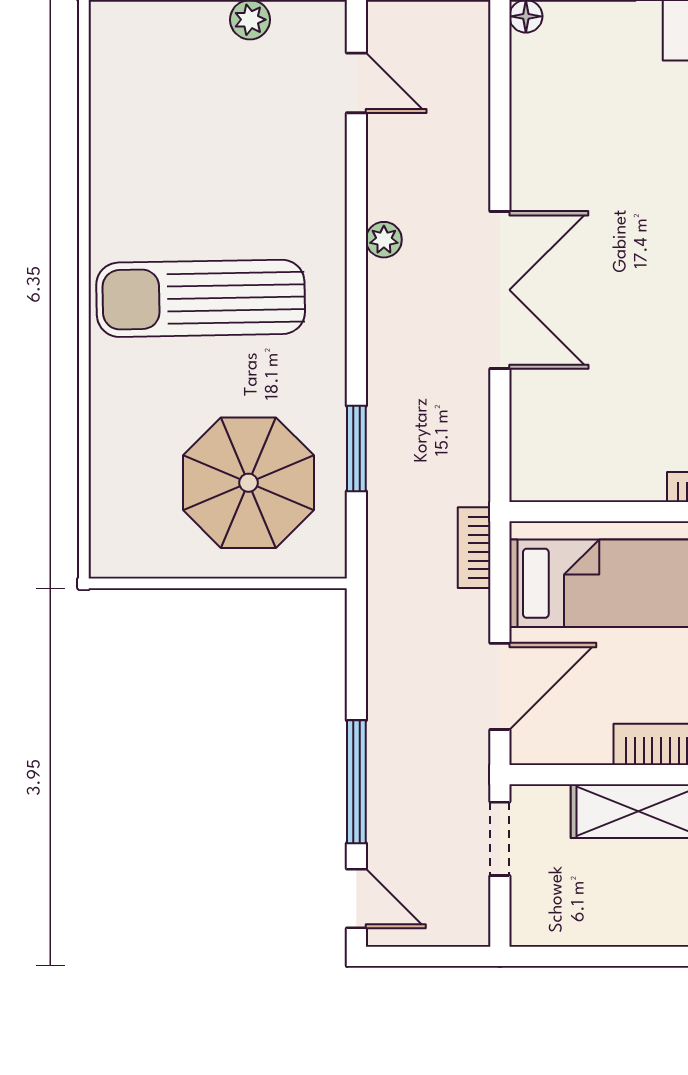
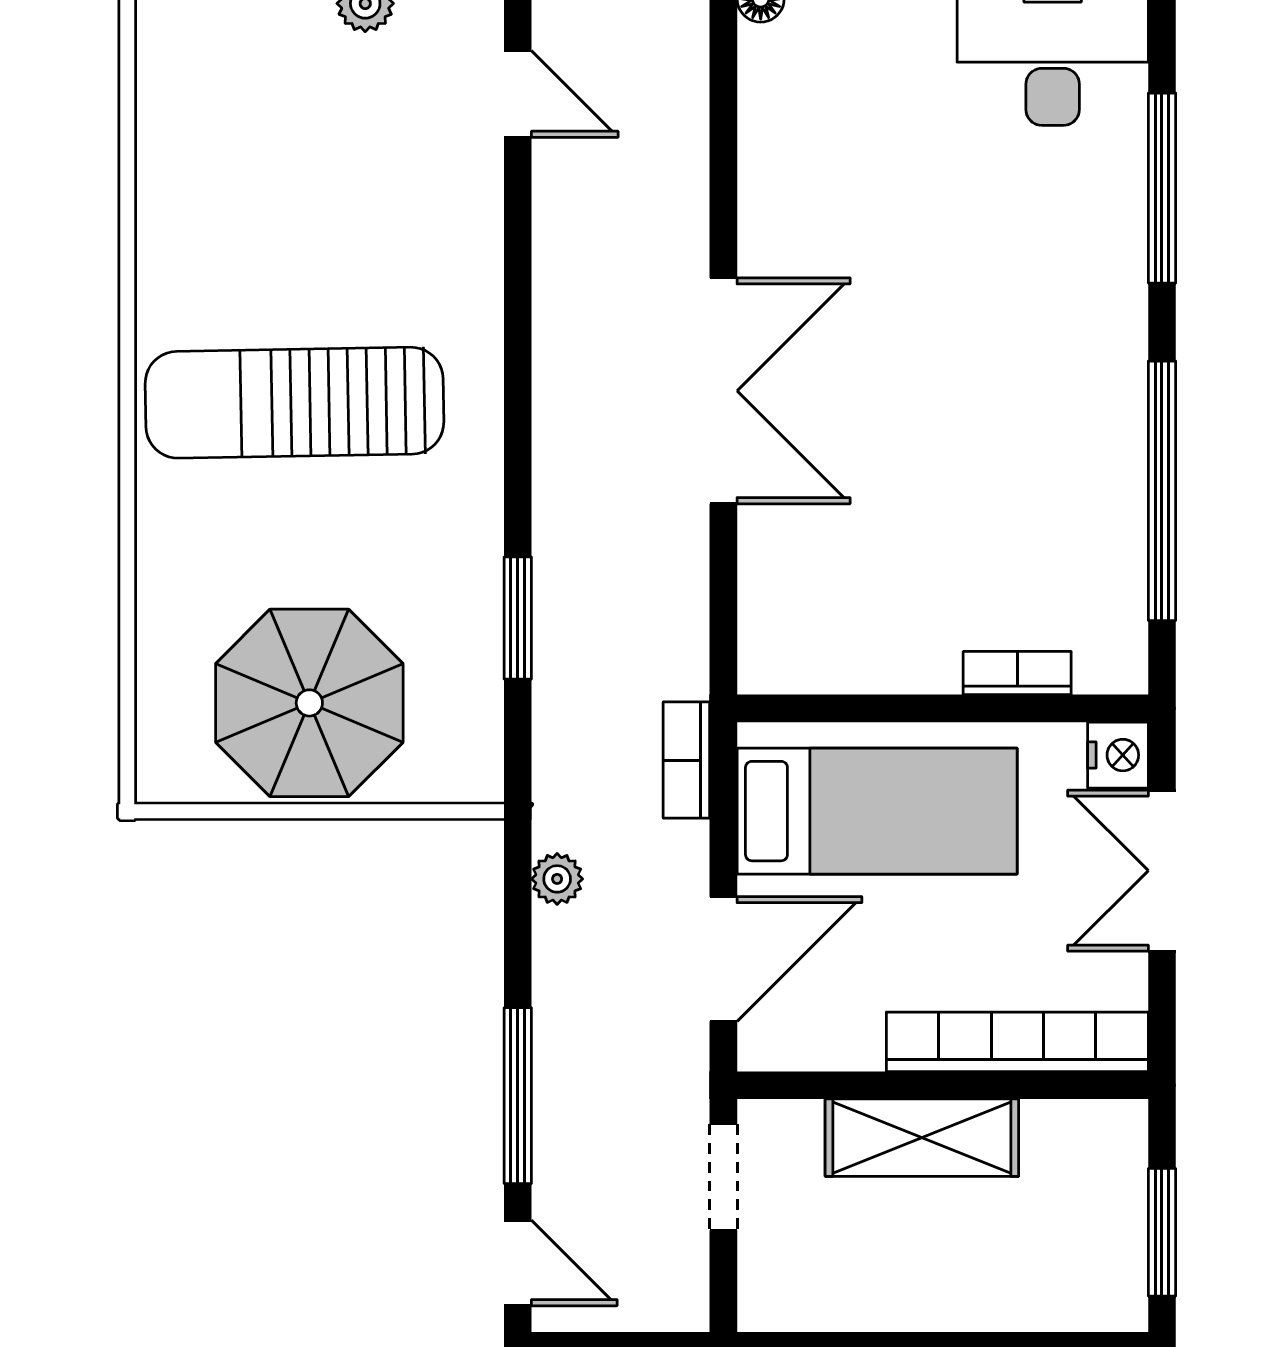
plant: (384, 240) -> (557, 879), moved
parasol: (248, 483) -> (309, 703), moved

